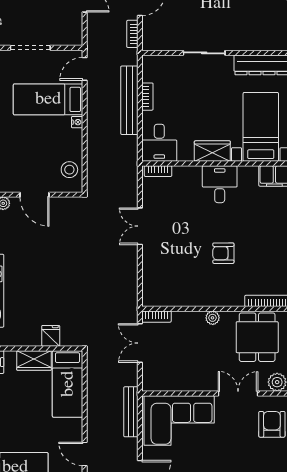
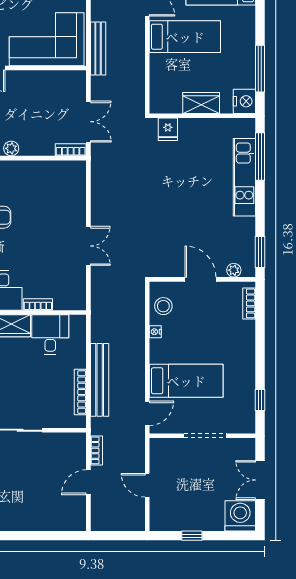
bookcase: (147, 97) -> (80, 392), width x1.56
nightstand: (77, 122) -> (155, 332), moved
desk: (159, 143) -> (50, 335), moved
bookcase: (158, 171) -> (38, 305), moved
fridge: (51, 336) -> (168, 129), moved
bed: (68, 384) -> (185, 37), moved, turned 90

